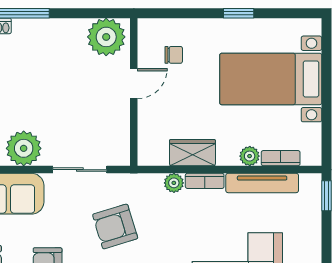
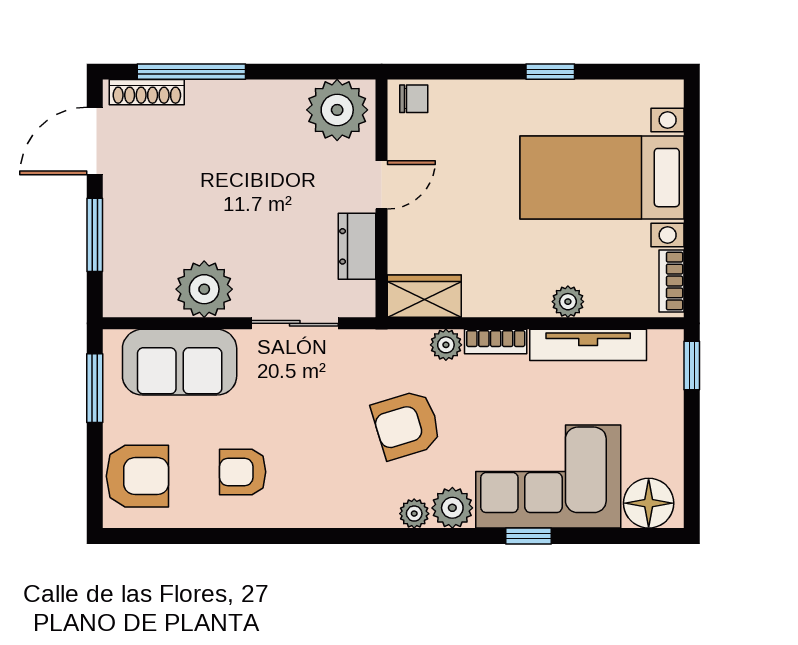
chair: (174, 55) -> (414, 99), moved
dresser: (119, 122) -> (357, 246), added
wardrobe: (192, 153) -> (424, 296), moved
bookcase: (281, 158) -> (672, 281), moved, turned -90
armchair: (115, 226) -> (406, 425), moved

